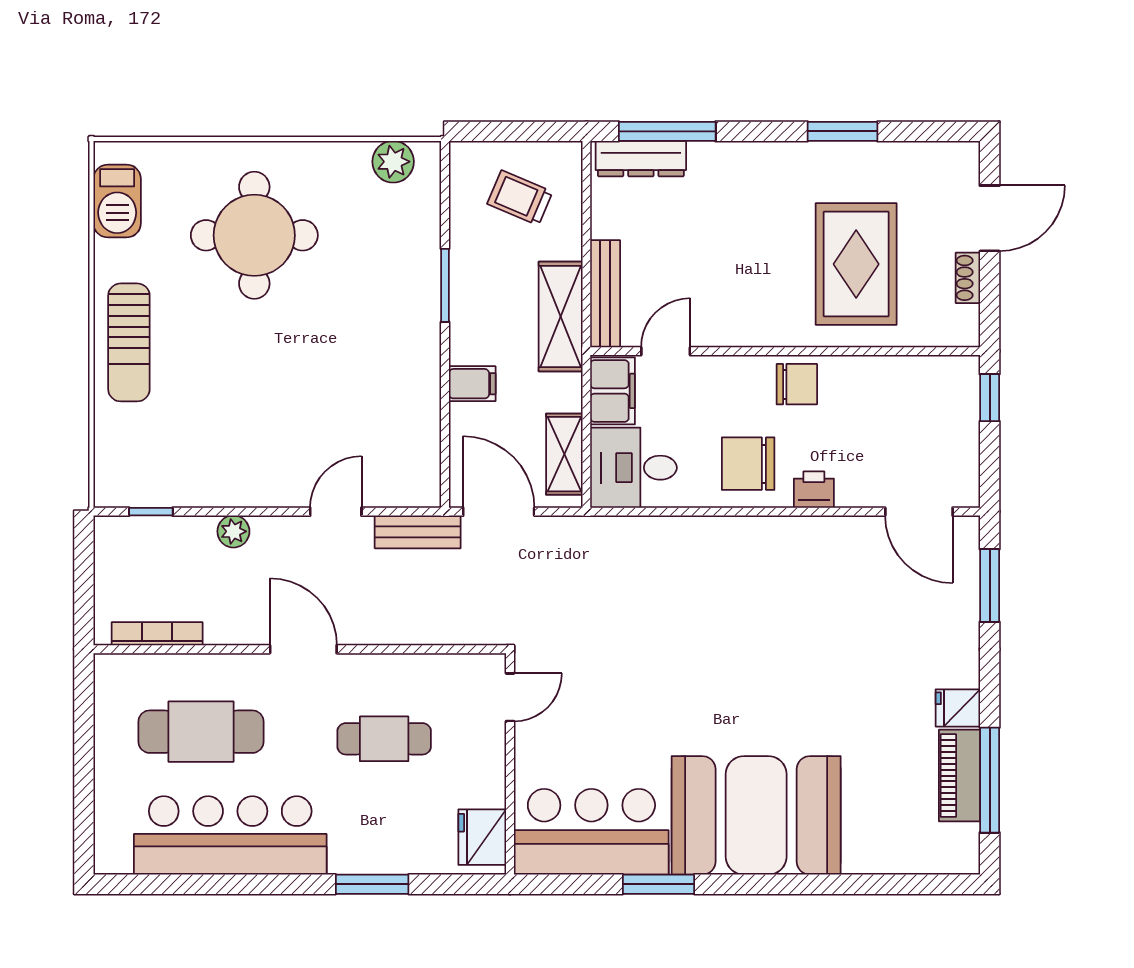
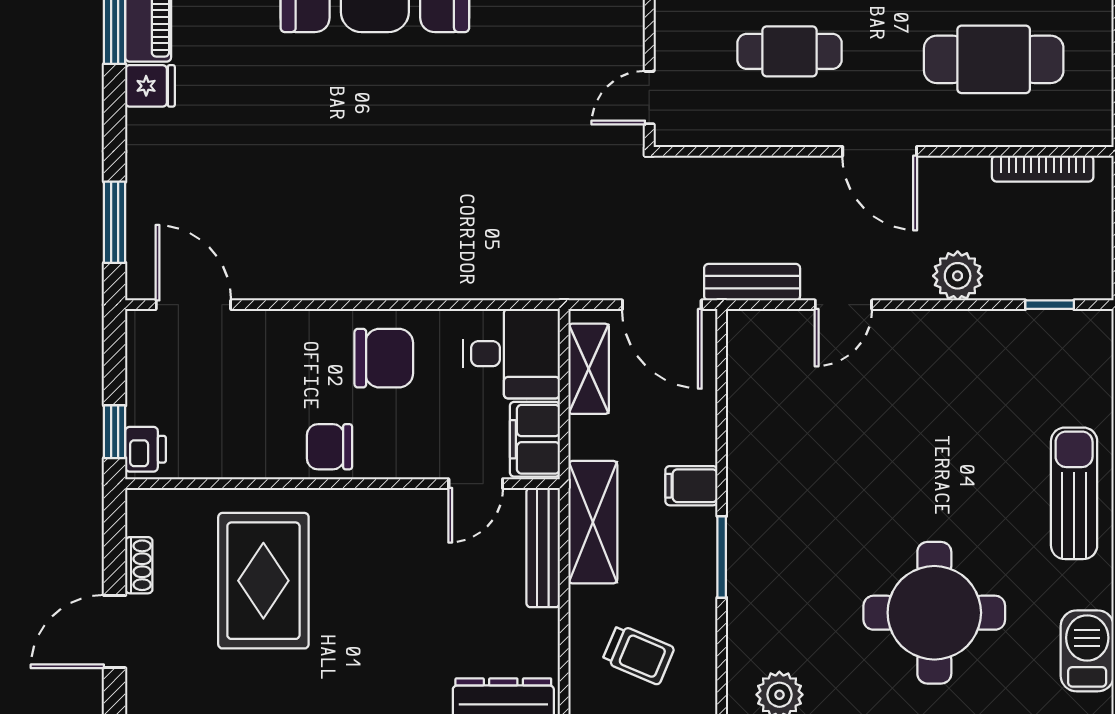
filing cabinet: (472, 384) -> (691, 486), moved
printer: (814, 490) -> (146, 449), moved, turned -90
plant: (233, 531) -> (958, 276), width x1.38, depth x1.38

